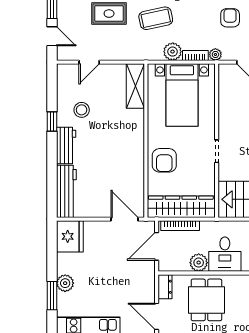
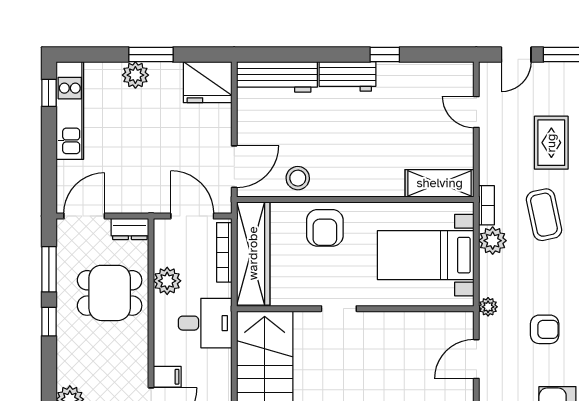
bookcase: (195, 55) -> (487, 205), moved
stool: (82, 110) -> (298, 178), moved
armchair: (164, 160) -> (325, 228), turned -90
desk: (225, 254) -> (205, 323), moved, turned 180
window: (52, 296) -> (151, 55), moved

